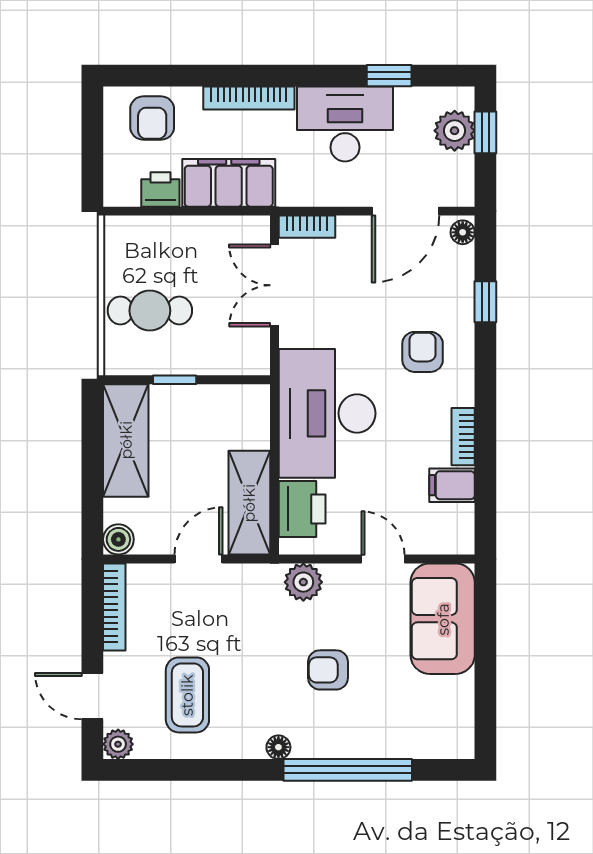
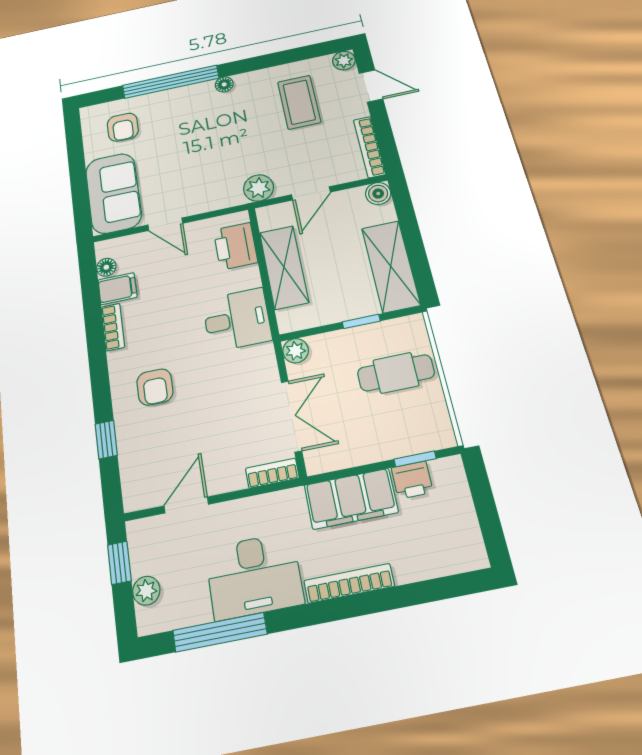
window: (389, 76) -> (220, 632), width x2.17
armchair: (152, 118) -> (436, 546), removed
plant: (455, 131) -> (146, 591), width x0.73, depth x0.73
window: (485, 132) -> (119, 563), moved
window: (152, 211) -> (415, 459), added
door: (406, 211) -> (186, 505), width x0.73
floor lamp: (463, 232) -> (106, 267), moved
plant: (256, 361) -> (296, 351), added
desk: (327, 413) -> (237, 320), width x0.53, depth x0.77
shelving: (249, 503) -> (284, 267), moved
plant: (303, 582) -> (259, 188), moved
armchair: (328, 670) -> (123, 127), moved, turned 90

